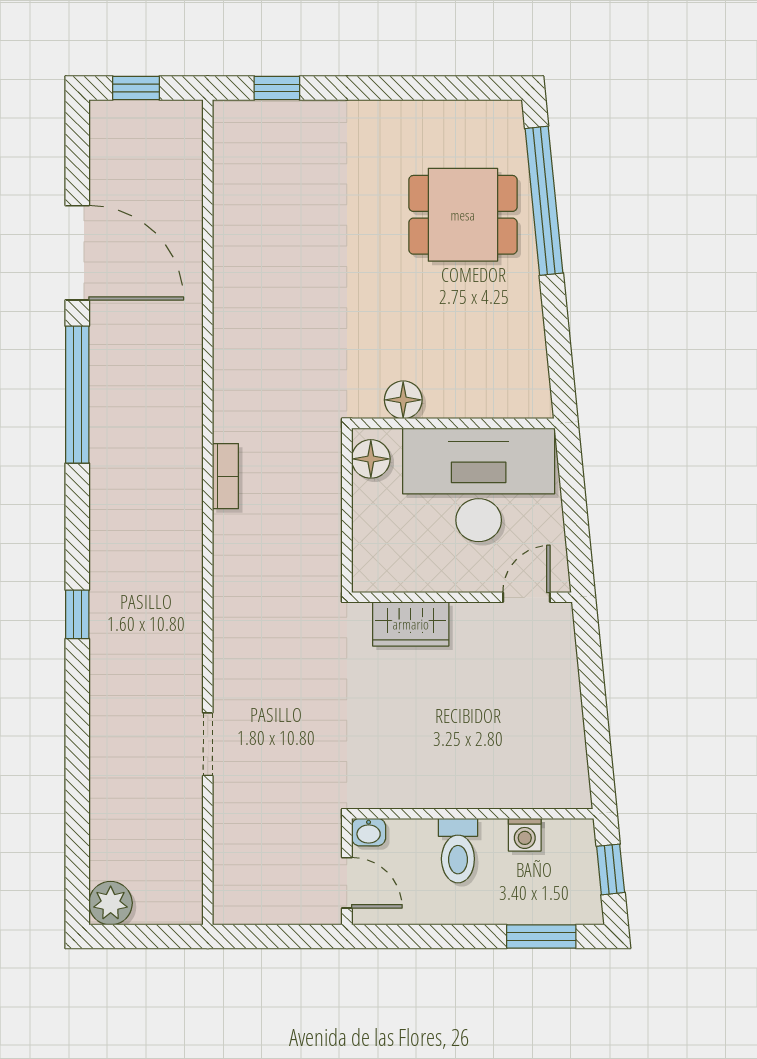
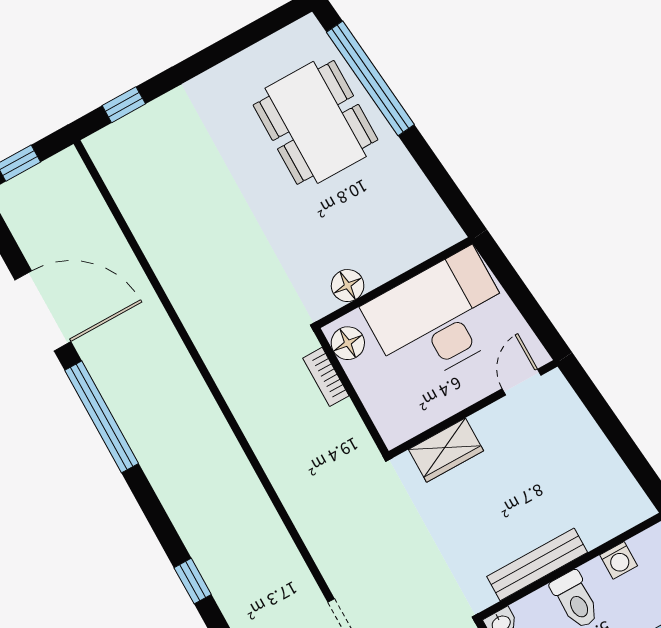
dining table: (463, 215) -> (316, 122), width x1.38
bookcase: (225, 476) -> (326, 377), moved, turned 180
bench: (439, 793) -> (537, 564), added

